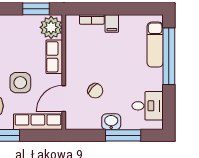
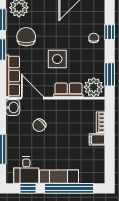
exam couch: (155, 45) -> (59, 177), moved
side table: (20, 83) -> (57, 59), moved
window: (169, 104) -> (28, 188), added
washbasin: (111, 122) -> (13, 107), moved

